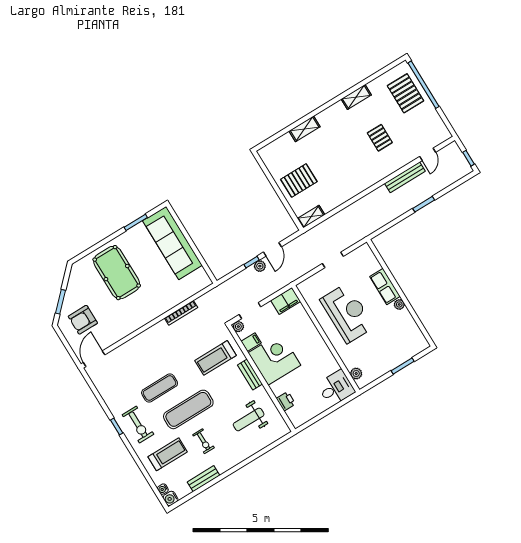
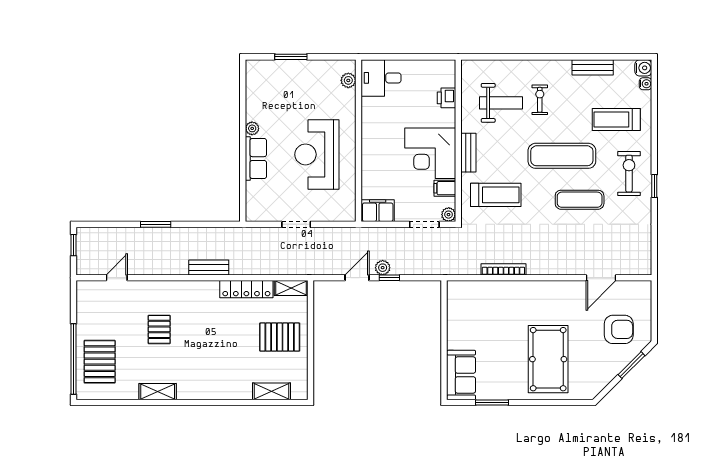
shelving: (305, 129) -> (271, 391), moved
bench: (405, 177) -> (209, 268), moved, width x0.73
locker: (339, 198) -> (246, 289), added
sofa: (172, 243) -> (461, 375), width x0.54, depth x0.79
door: (94, 359) -> (601, 278), moved
exercise bike: (203, 441) -> (540, 100), moved

